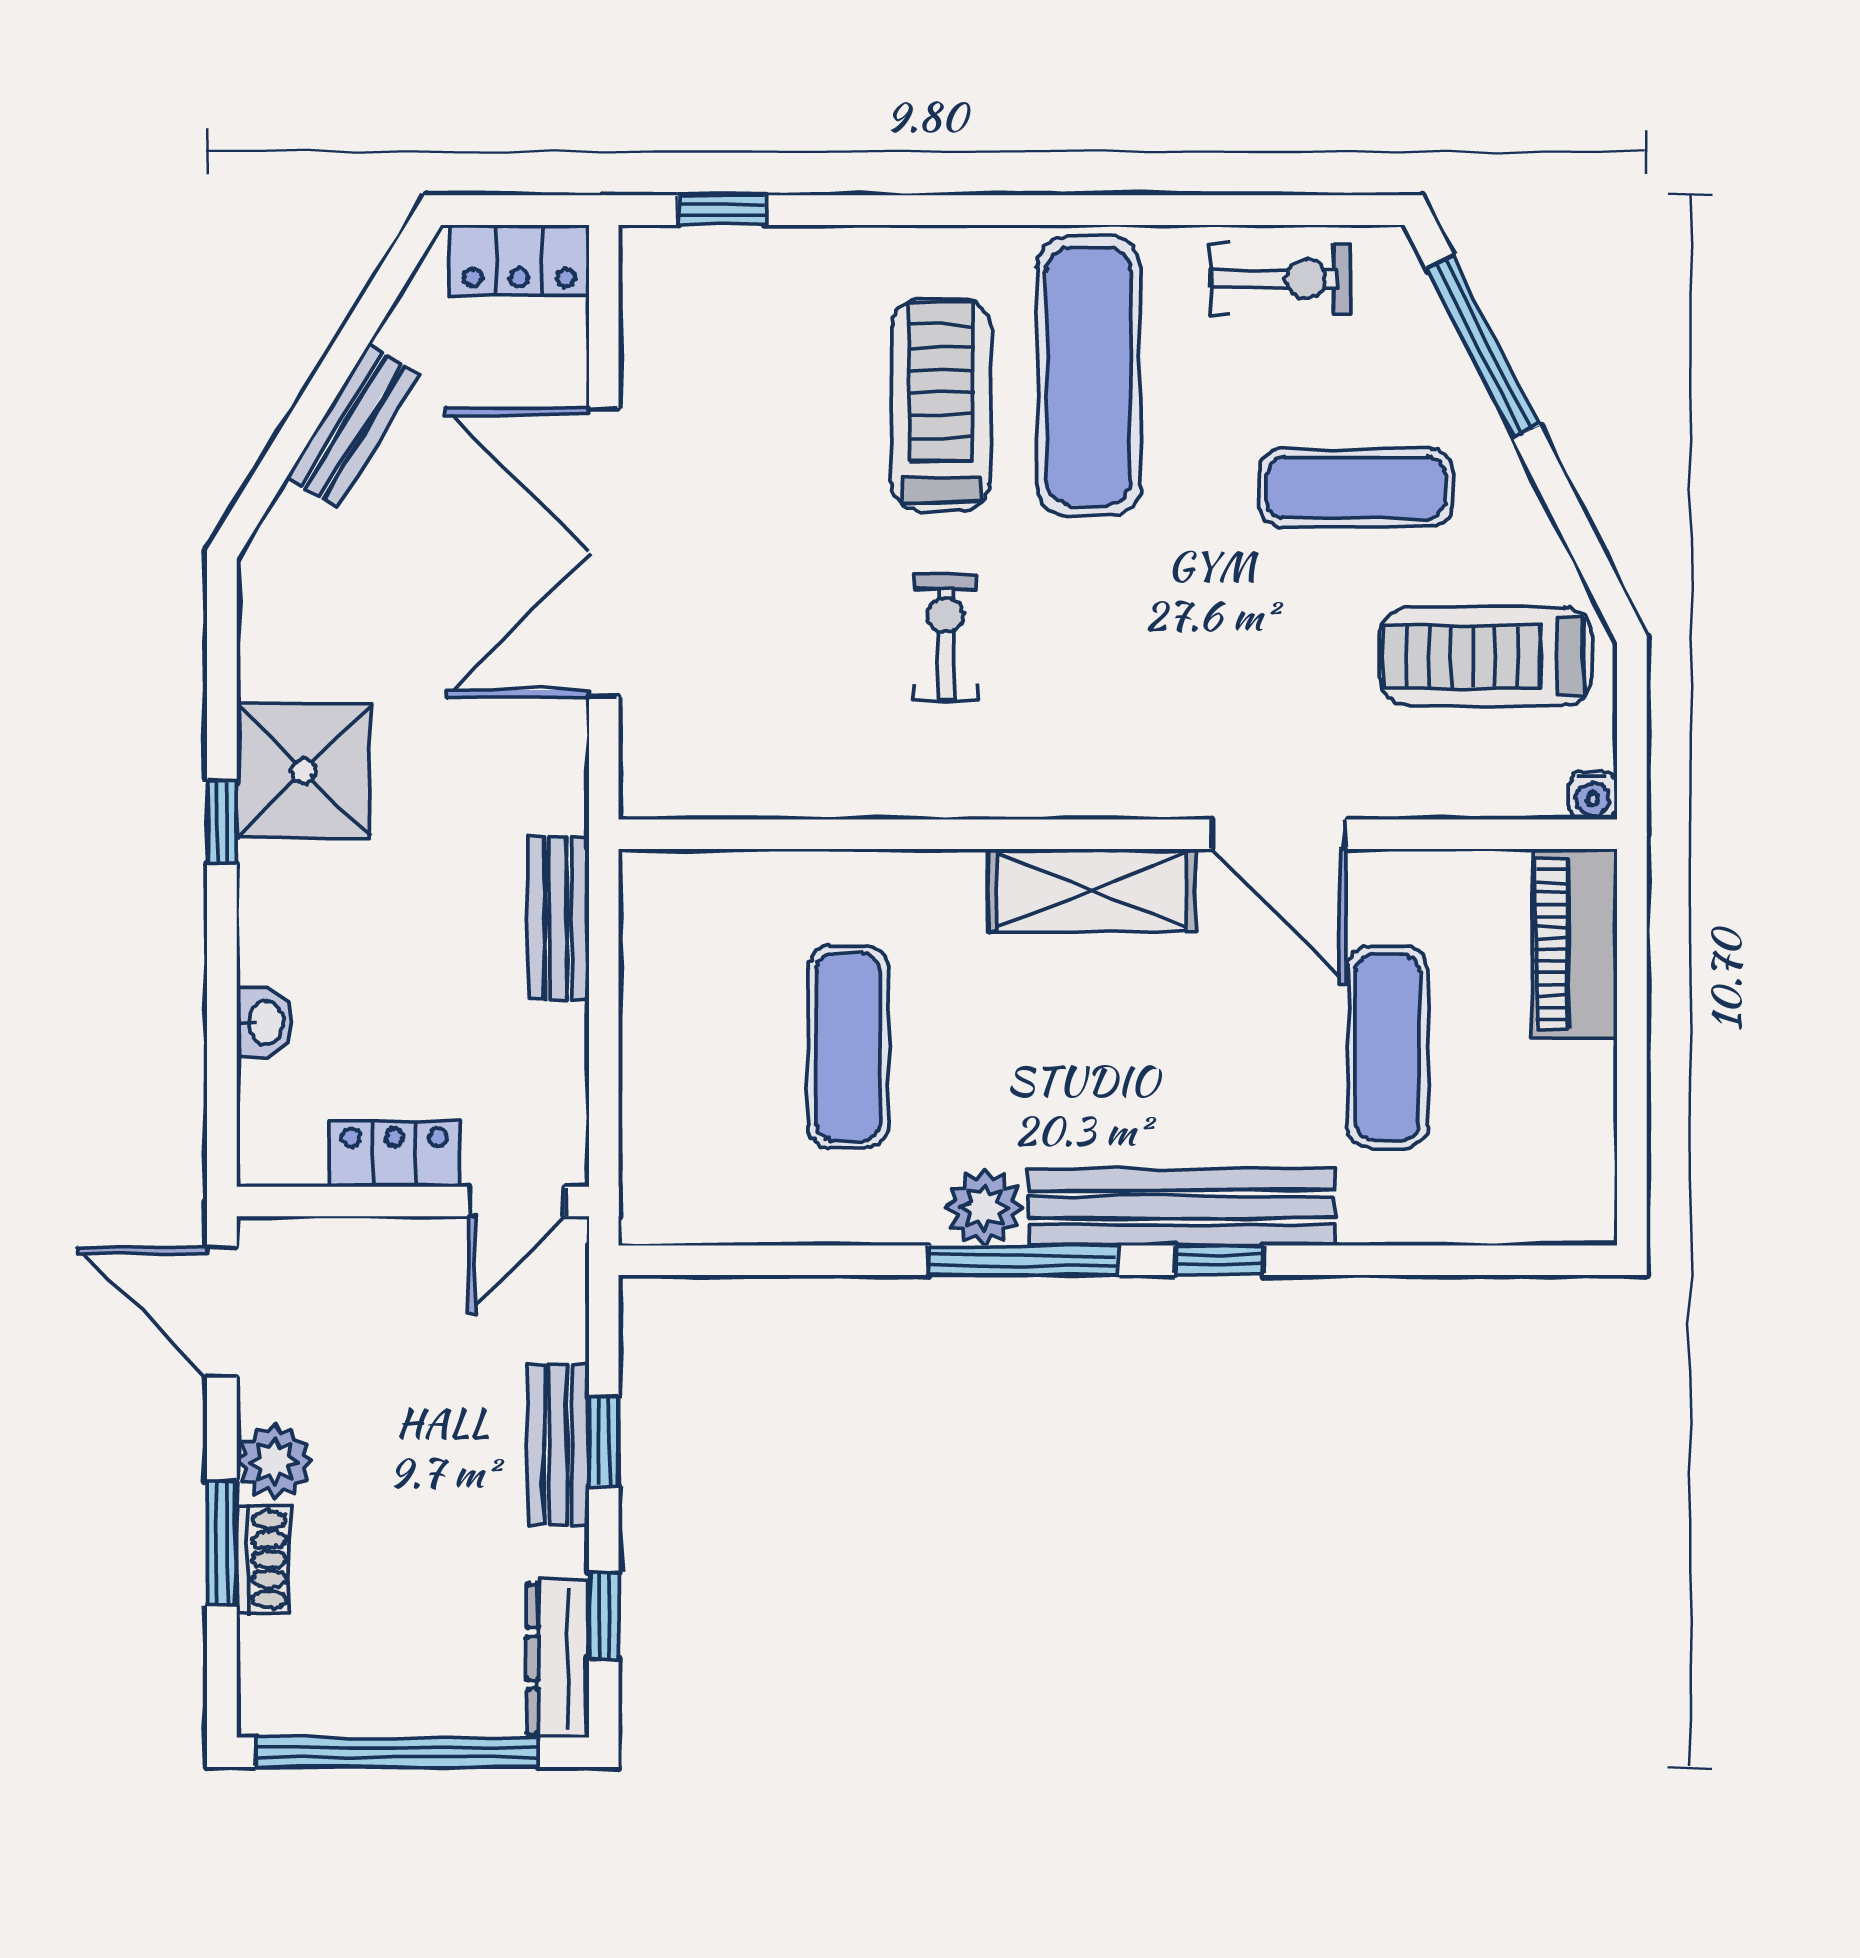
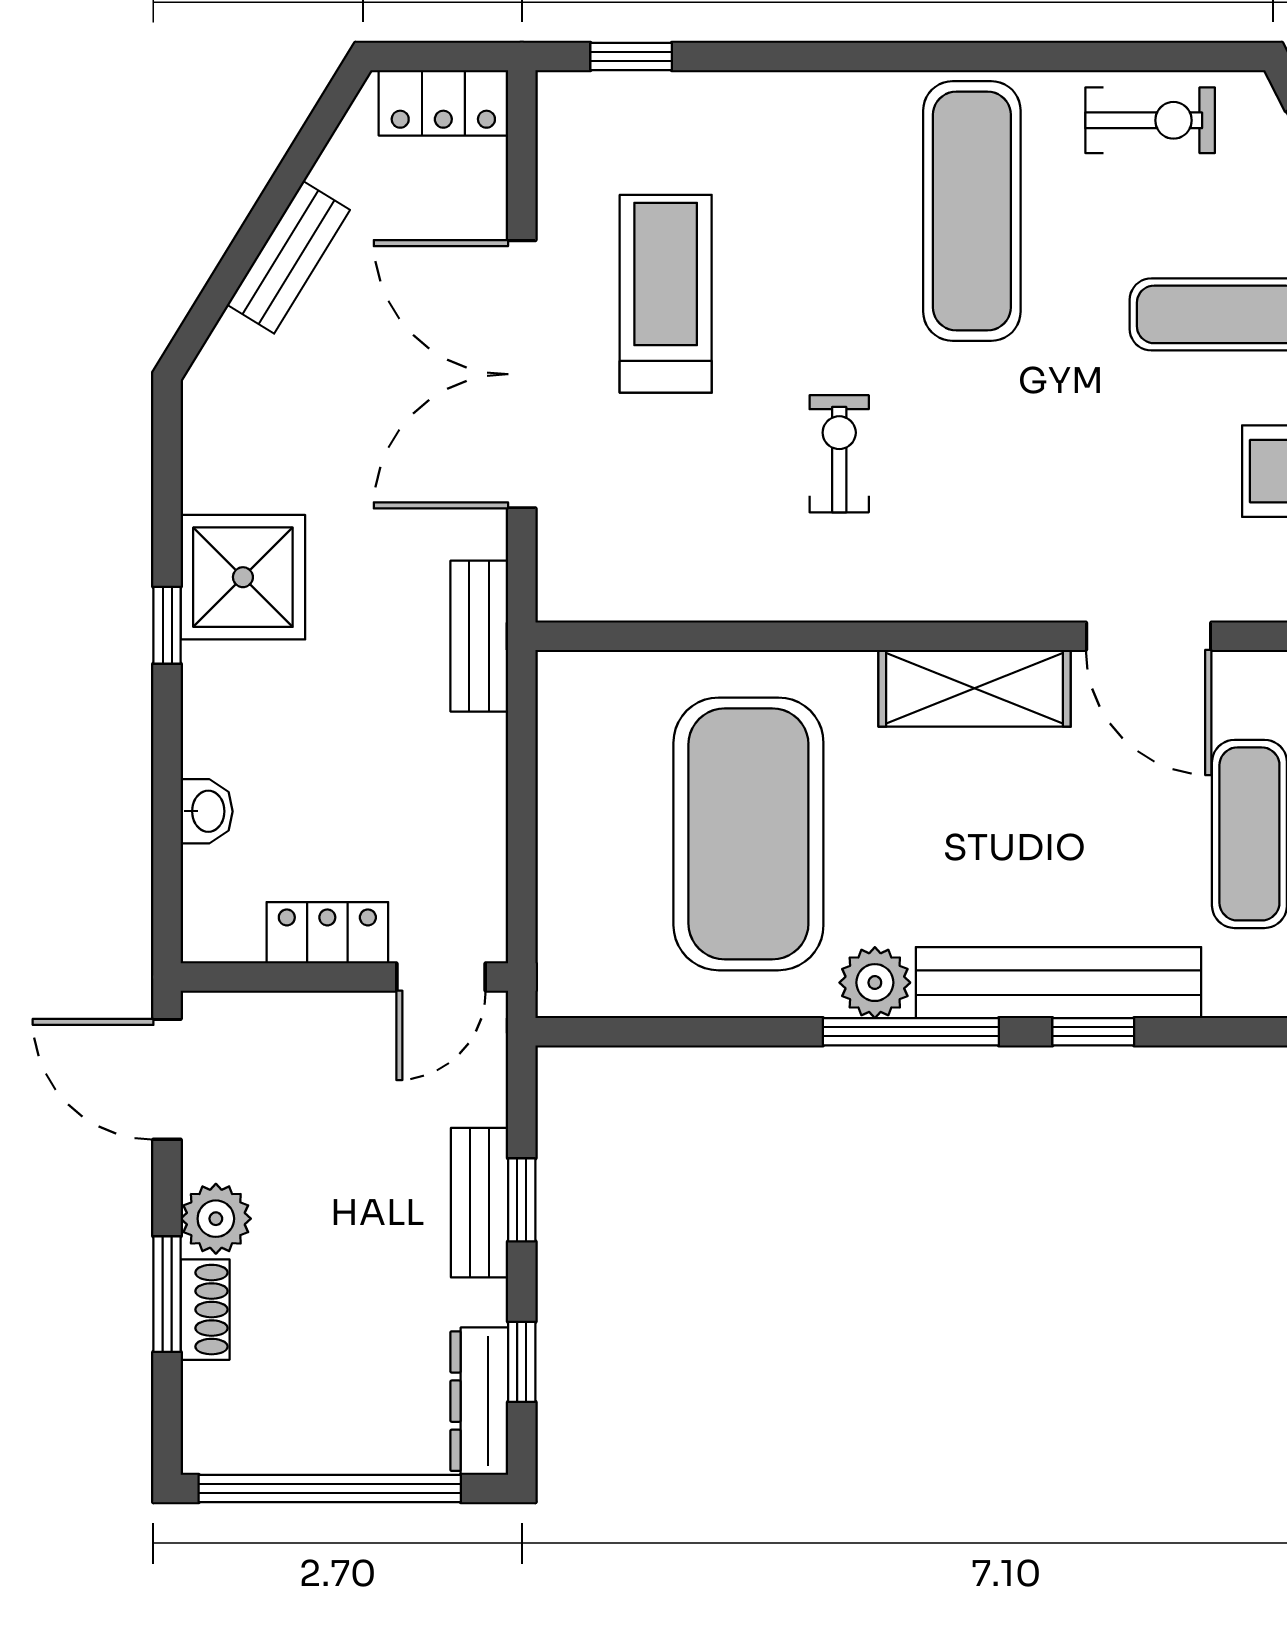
treadmill: (941, 405) -> (666, 294), moved
bench: (558, 918) -> (479, 636), moved
exercise mat: (848, 1047) -> (748, 834), width x2.00, depth x1.45

